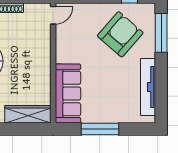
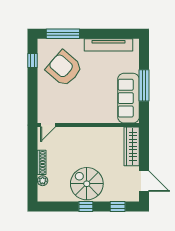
door: (53, 15) -> (48, 125), swing flipped
sofa: (68, 94) -> (128, 98), moved, turned -90

